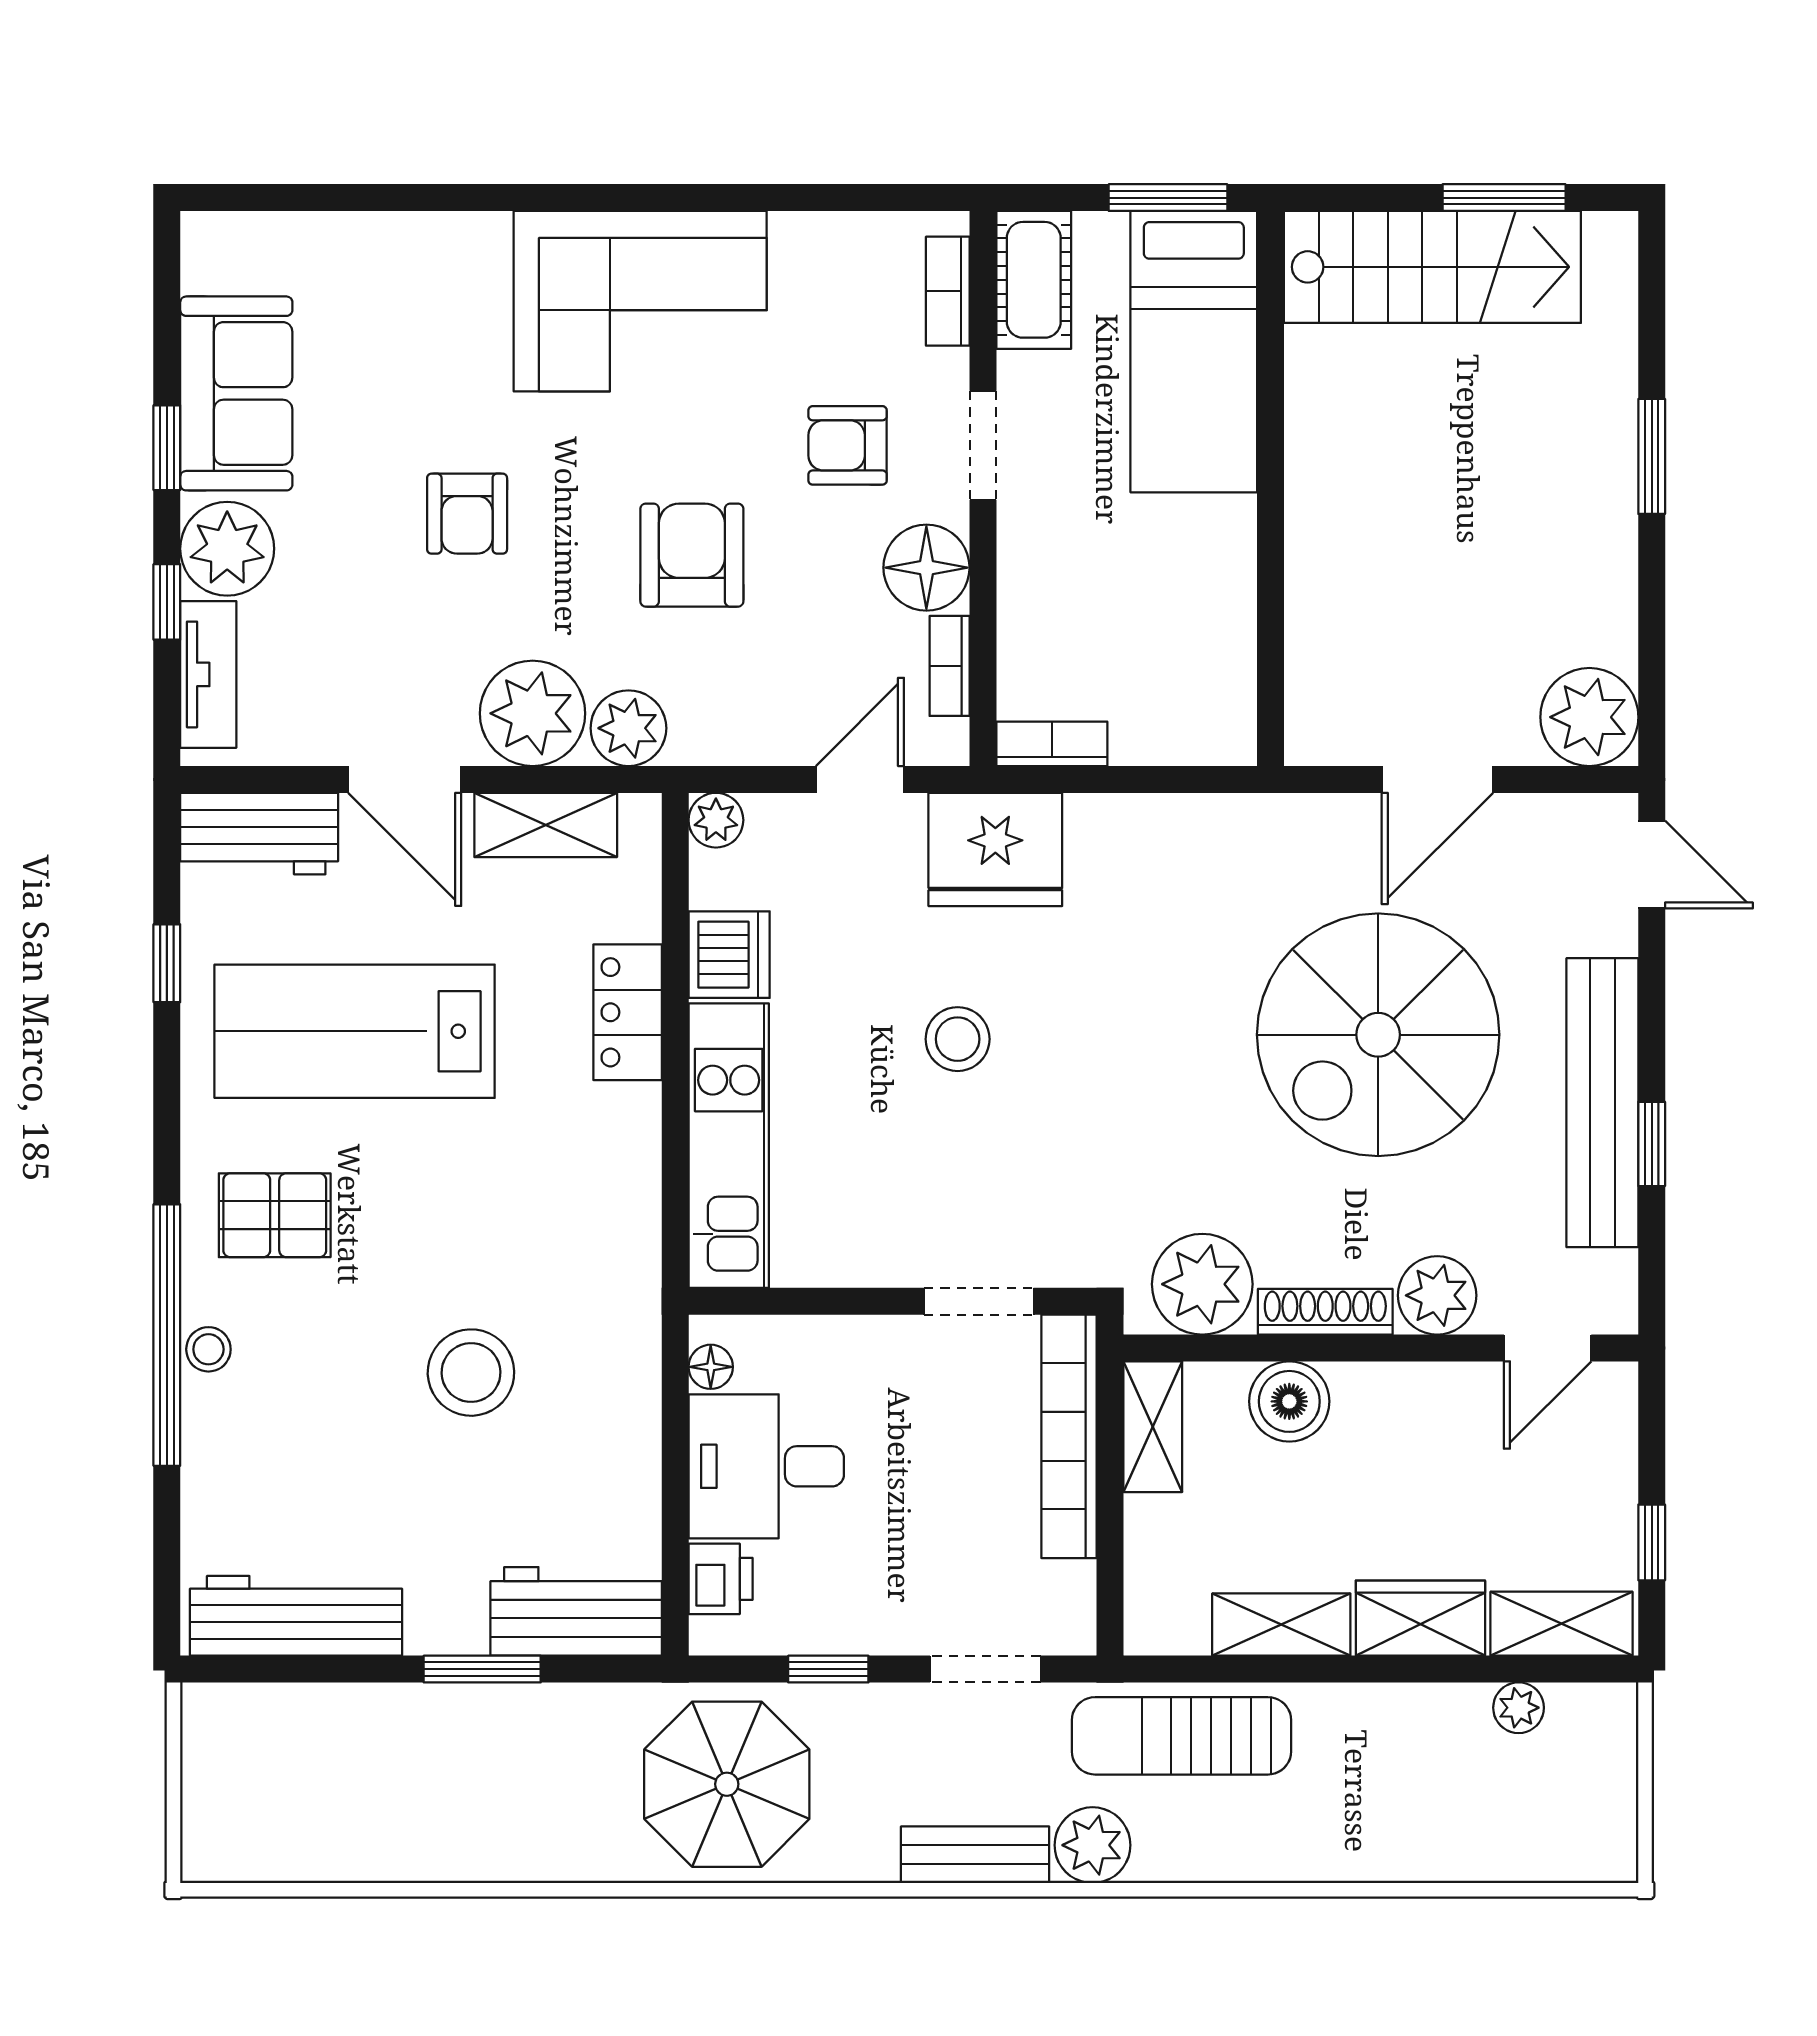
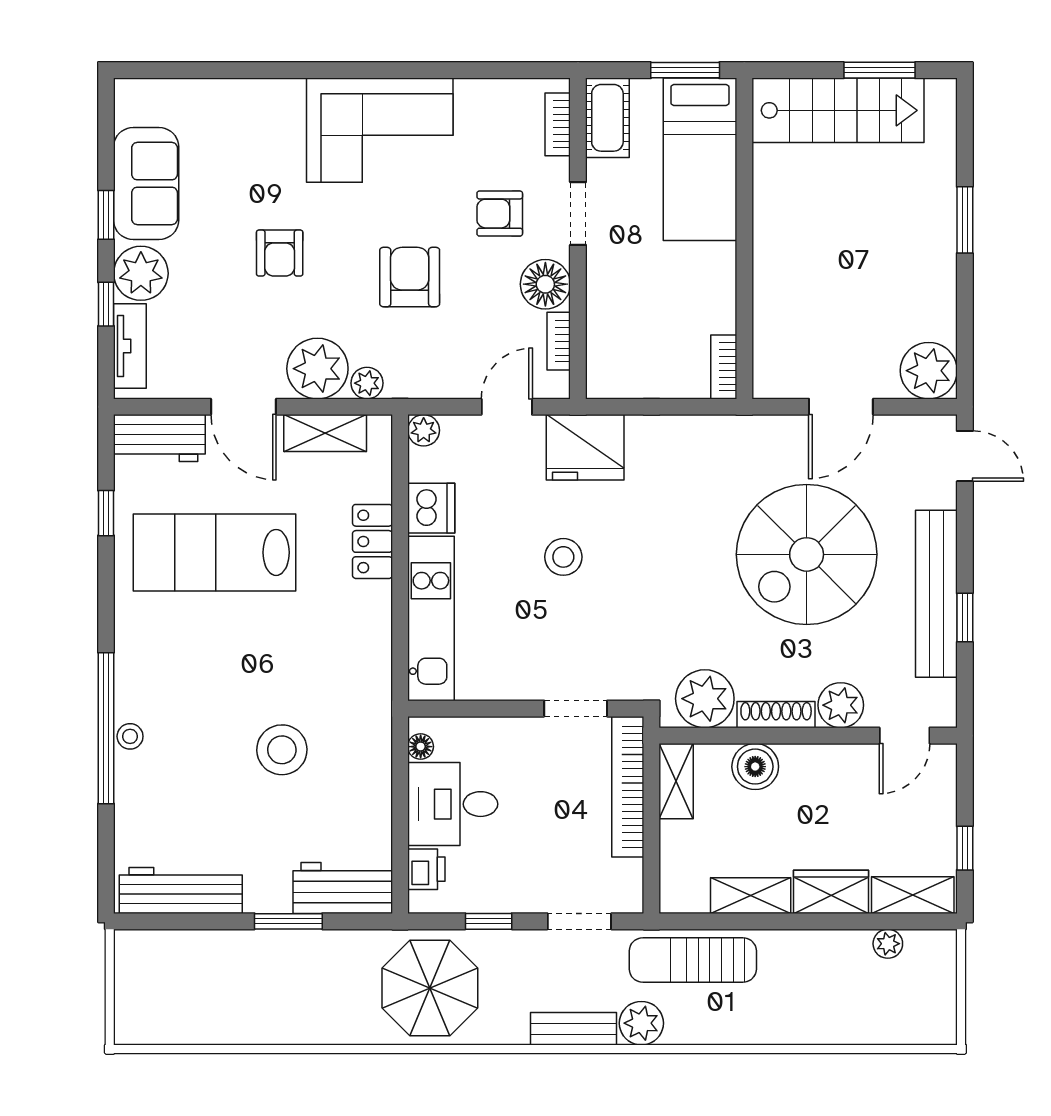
plant: (628, 728) -> (367, 383), width x0.73, depth x0.73
bookcase: (1052, 744) -> (724, 367), moved, turned -90
pallet: (275, 1215) -> (168, 659), removed

